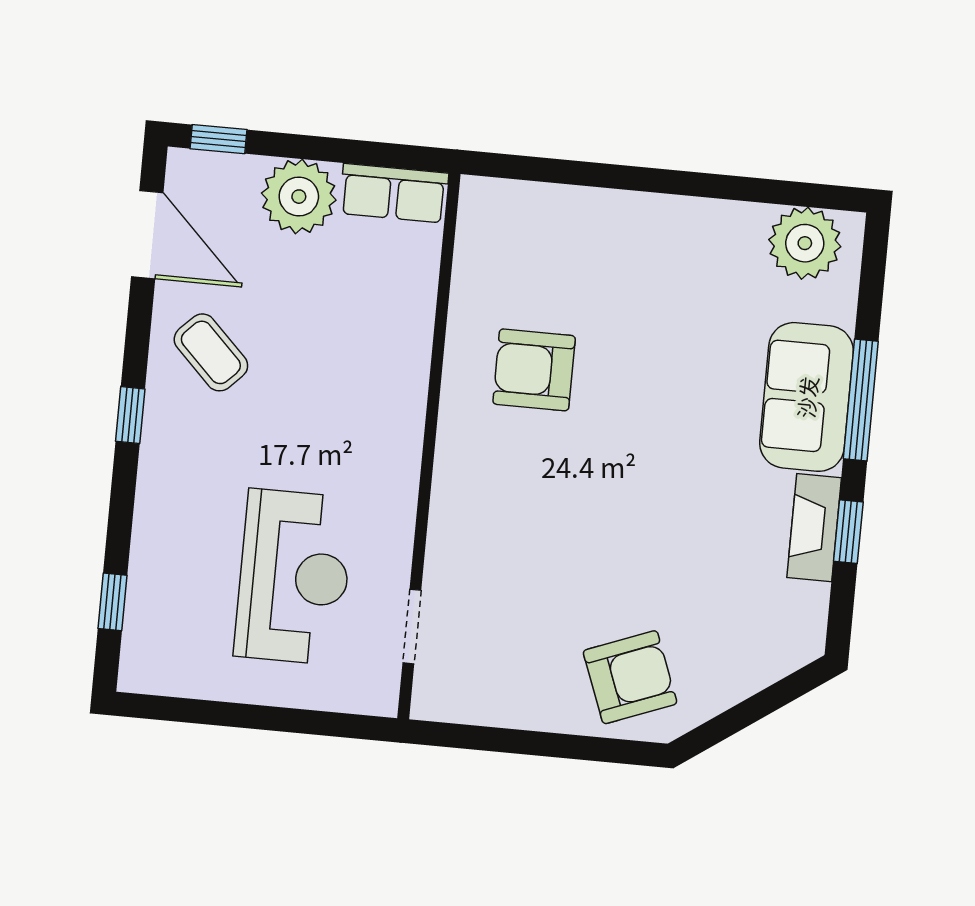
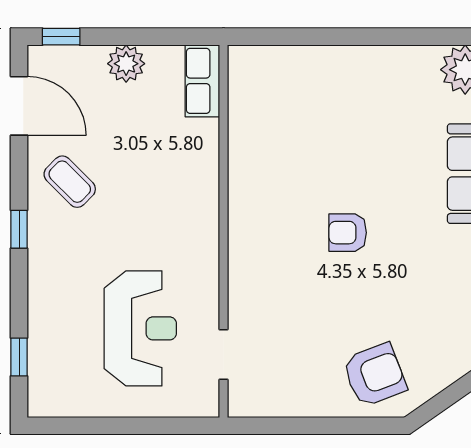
row of seats: (394, 193) -> (202, 81), moved, turned 90
plant: (299, 197) -> (126, 64), width x0.73, depth x0.73
armchair: (534, 370) -> (348, 233), moved, width x0.72, depth x0.72

